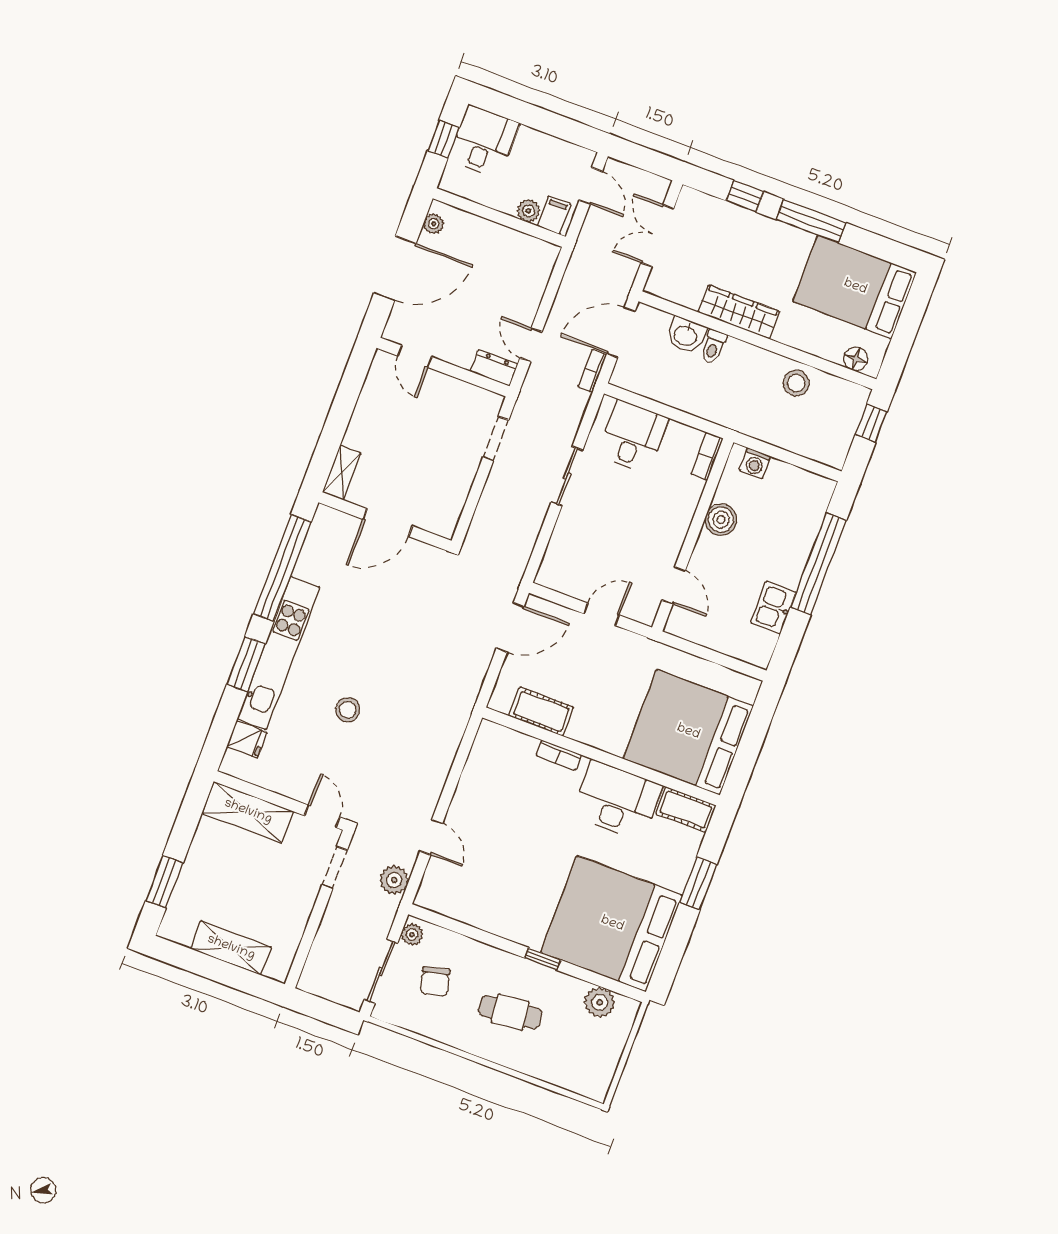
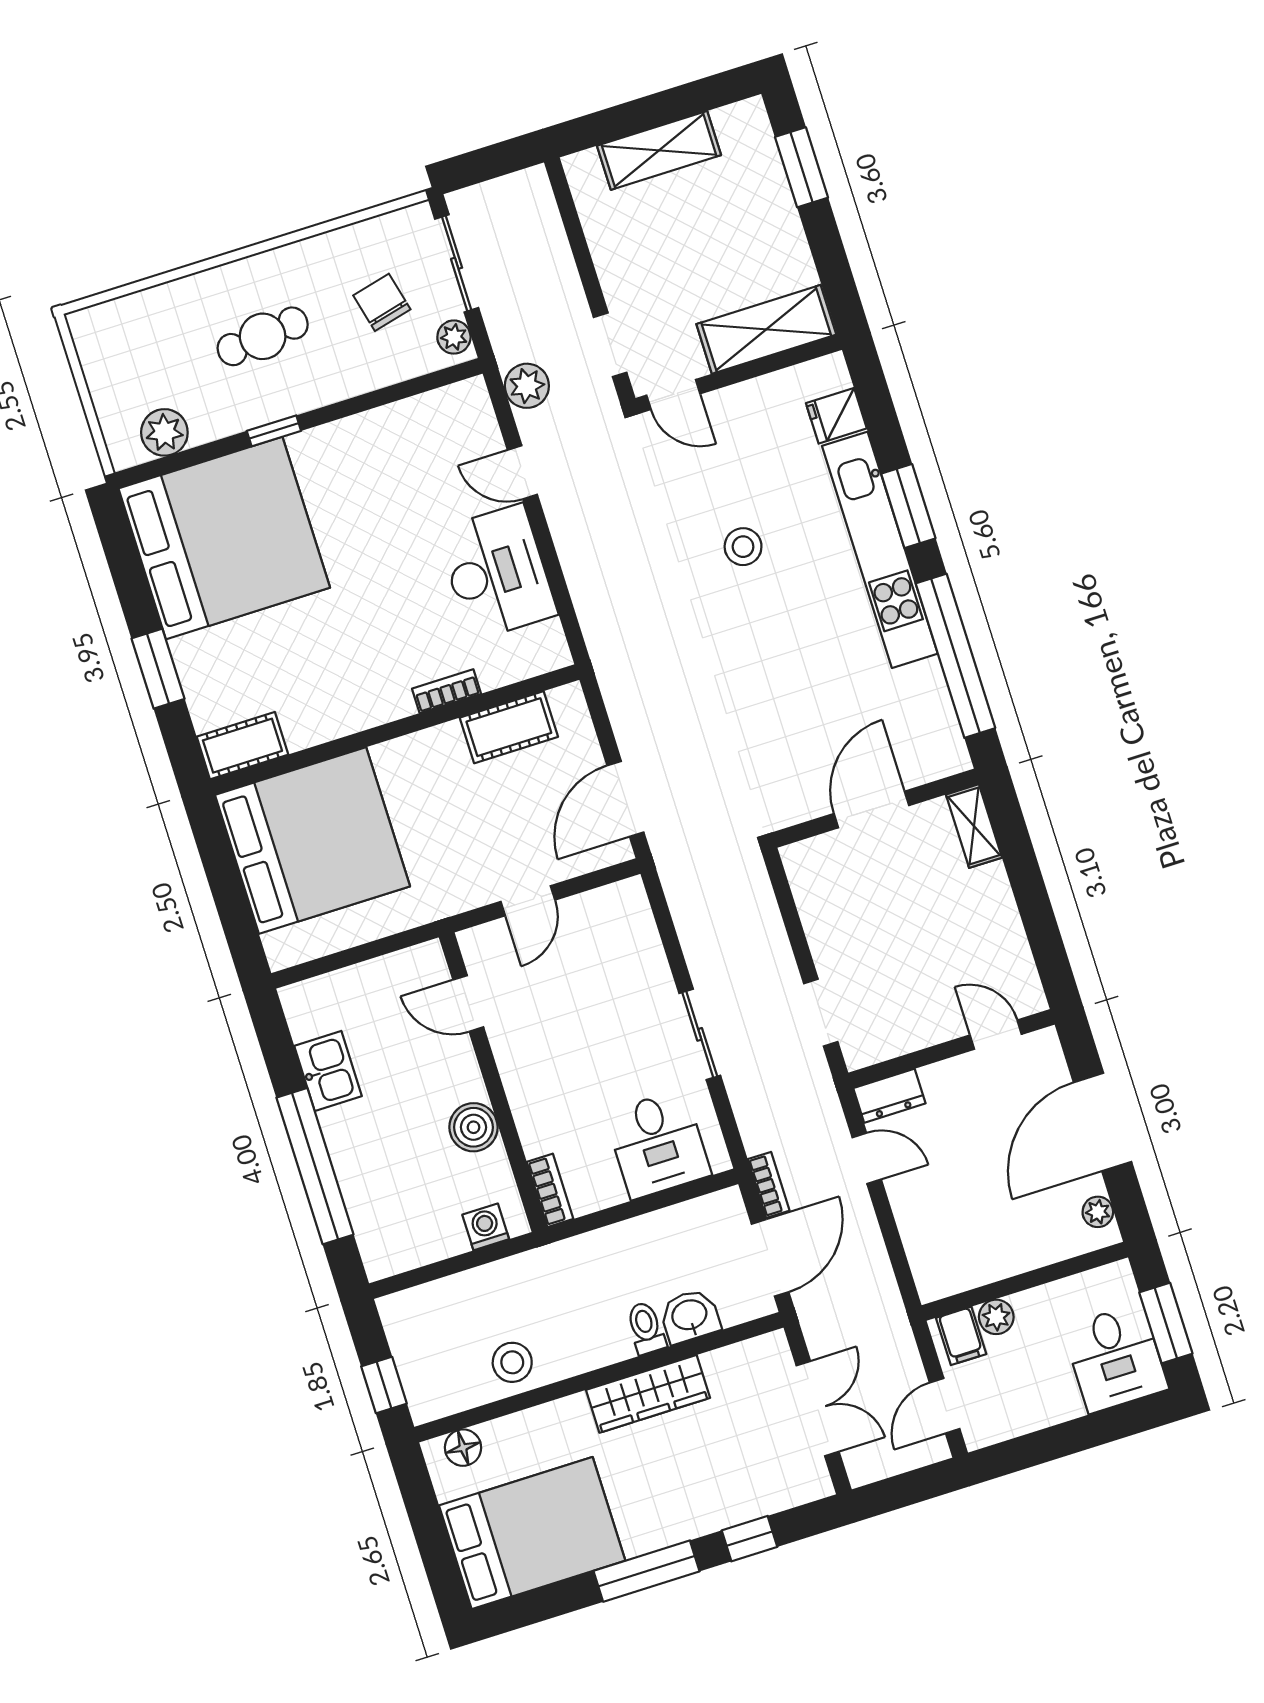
window: (443, 139) -> (1166, 1323), width x1.50
door: (591, 186) -> (945, 1406), hinge flipped
desk: (617, 800) -> (497, 572), moved, turned -90

